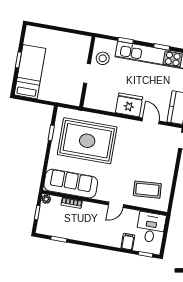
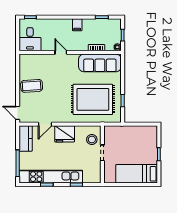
stool: (103, 58) -> (92, 140), moved
bed: (30, 72) -> (137, 174), moved, turned 90
door: (151, 121) -> (45, 124), hinge flipped
coffee table: (147, 190) -> (32, 86), moved
door: (116, 205) -> (61, 52), hinge flipped
filing cabinet: (128, 242) -> (77, 25), moved

